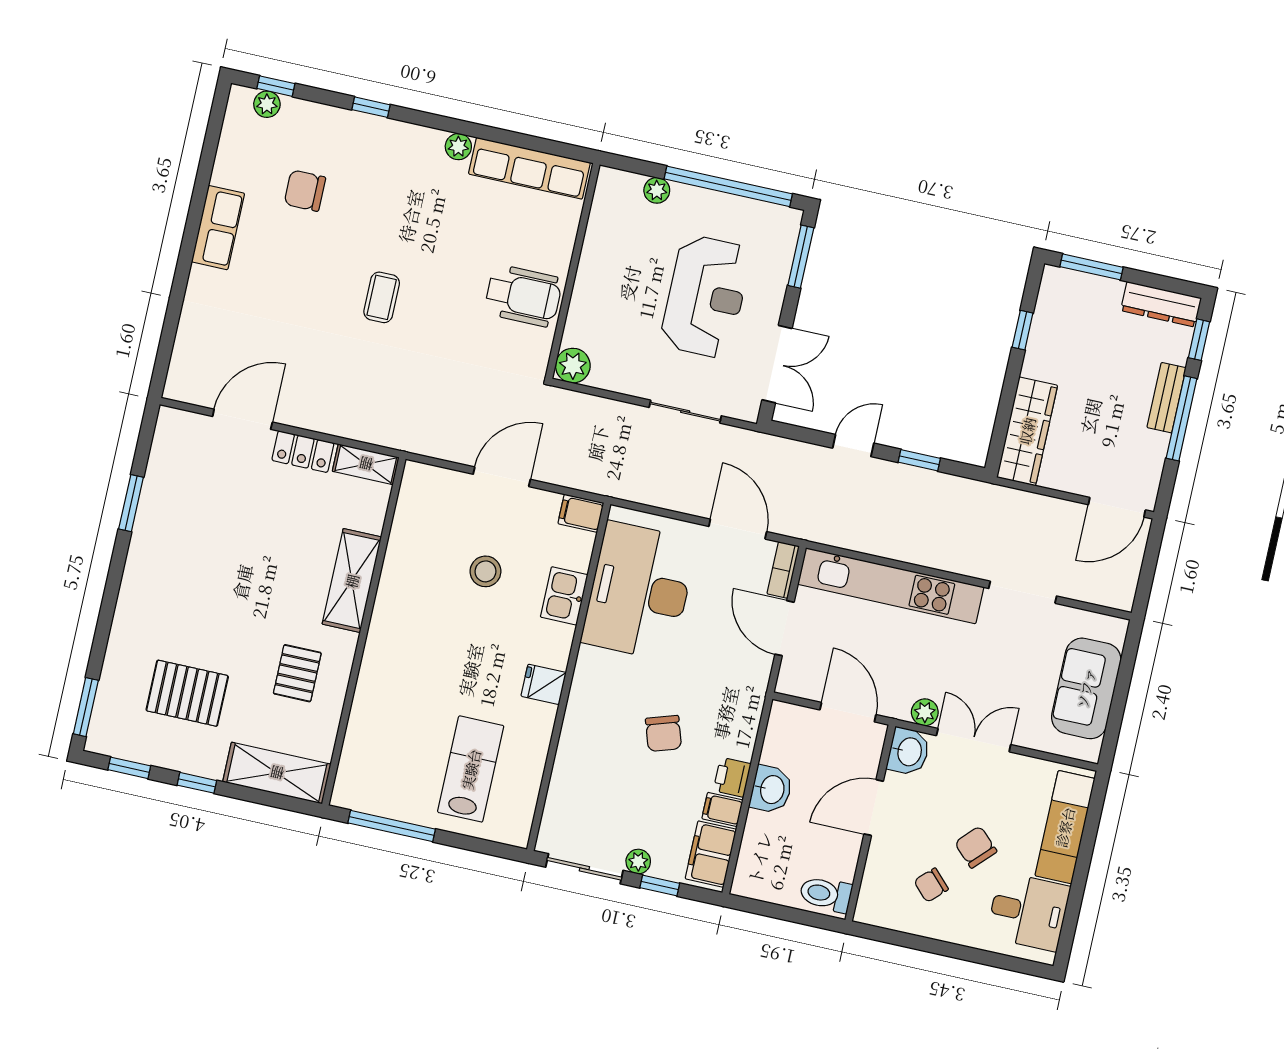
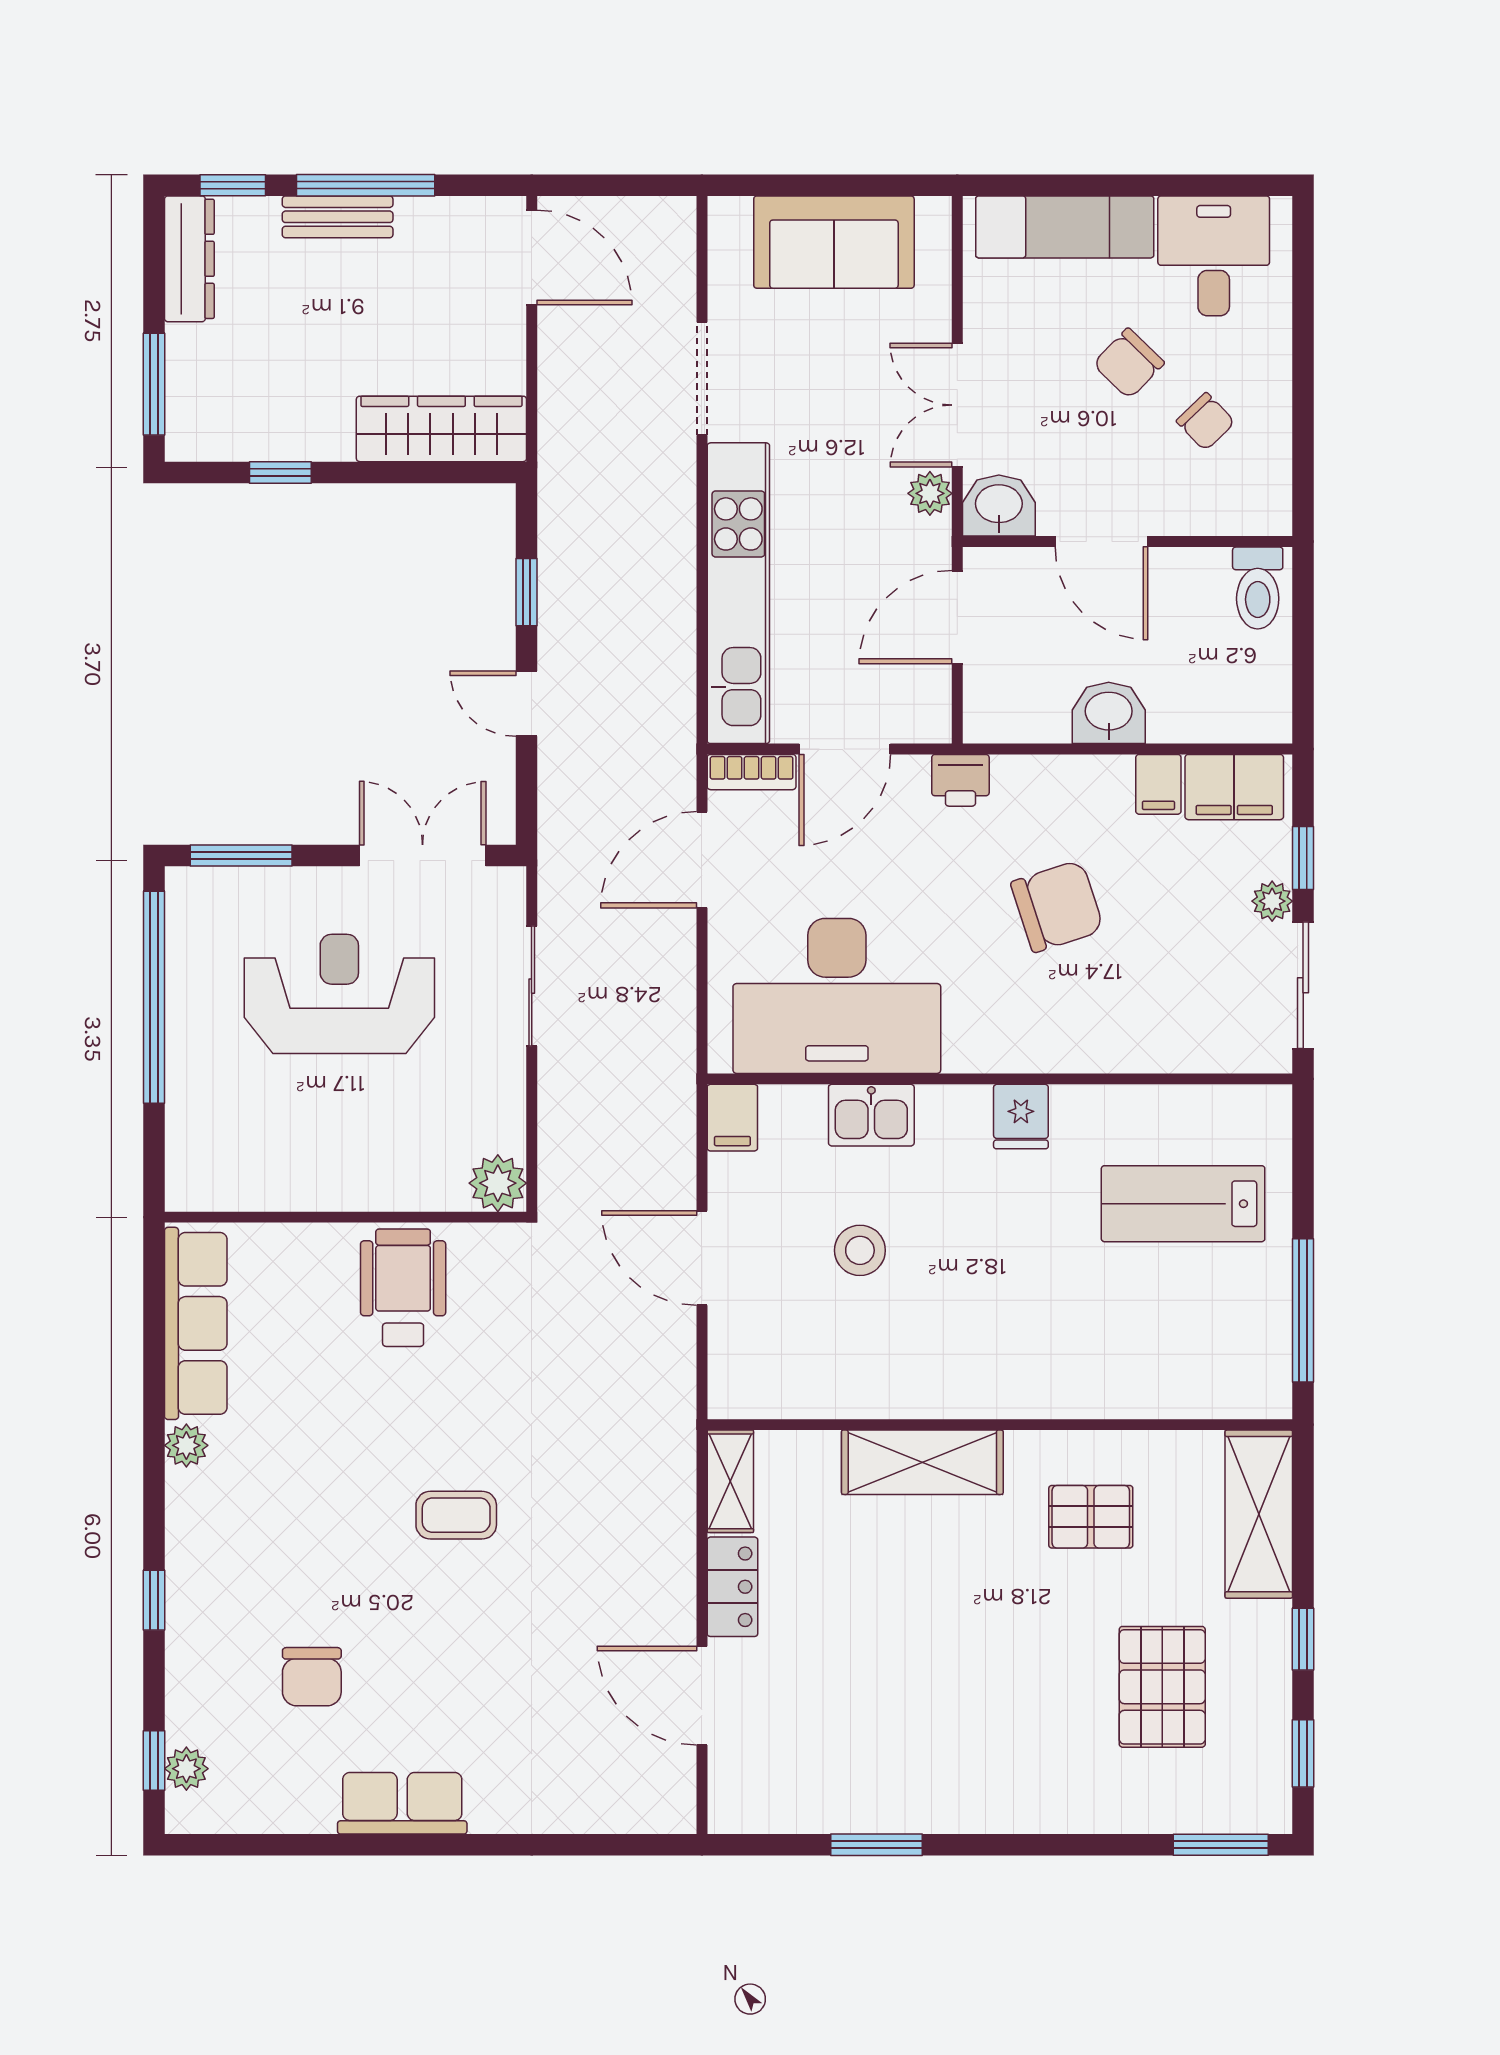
plant: (657, 190) -> (186, 1111), removed
chair: (663, 733) -> (1057, 906), width x1.37, depth x1.37
printer: (732, 777) -> (960, 780), moved

